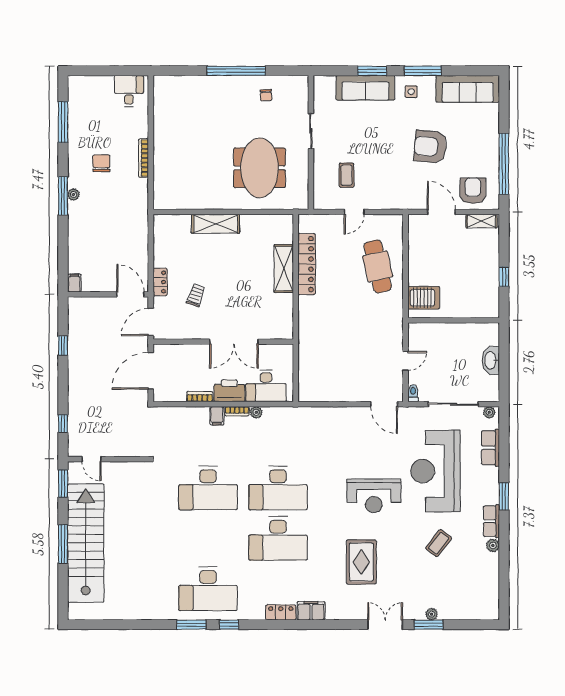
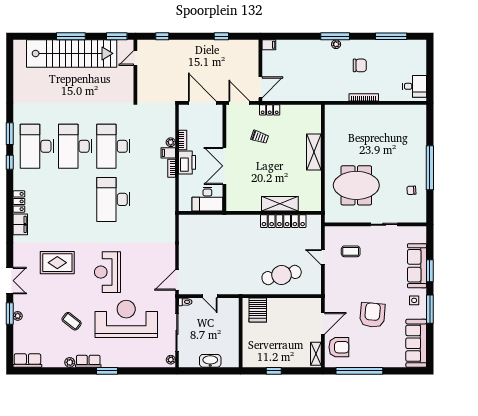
desk: (266, 386) -> (207, 199), moved, turned -90
plant: (256, 412) -> (171, 142), moved
row of seats: (490, 448) -> (27, 361), moved
desk: (278, 538) -> (75, 146), moved

